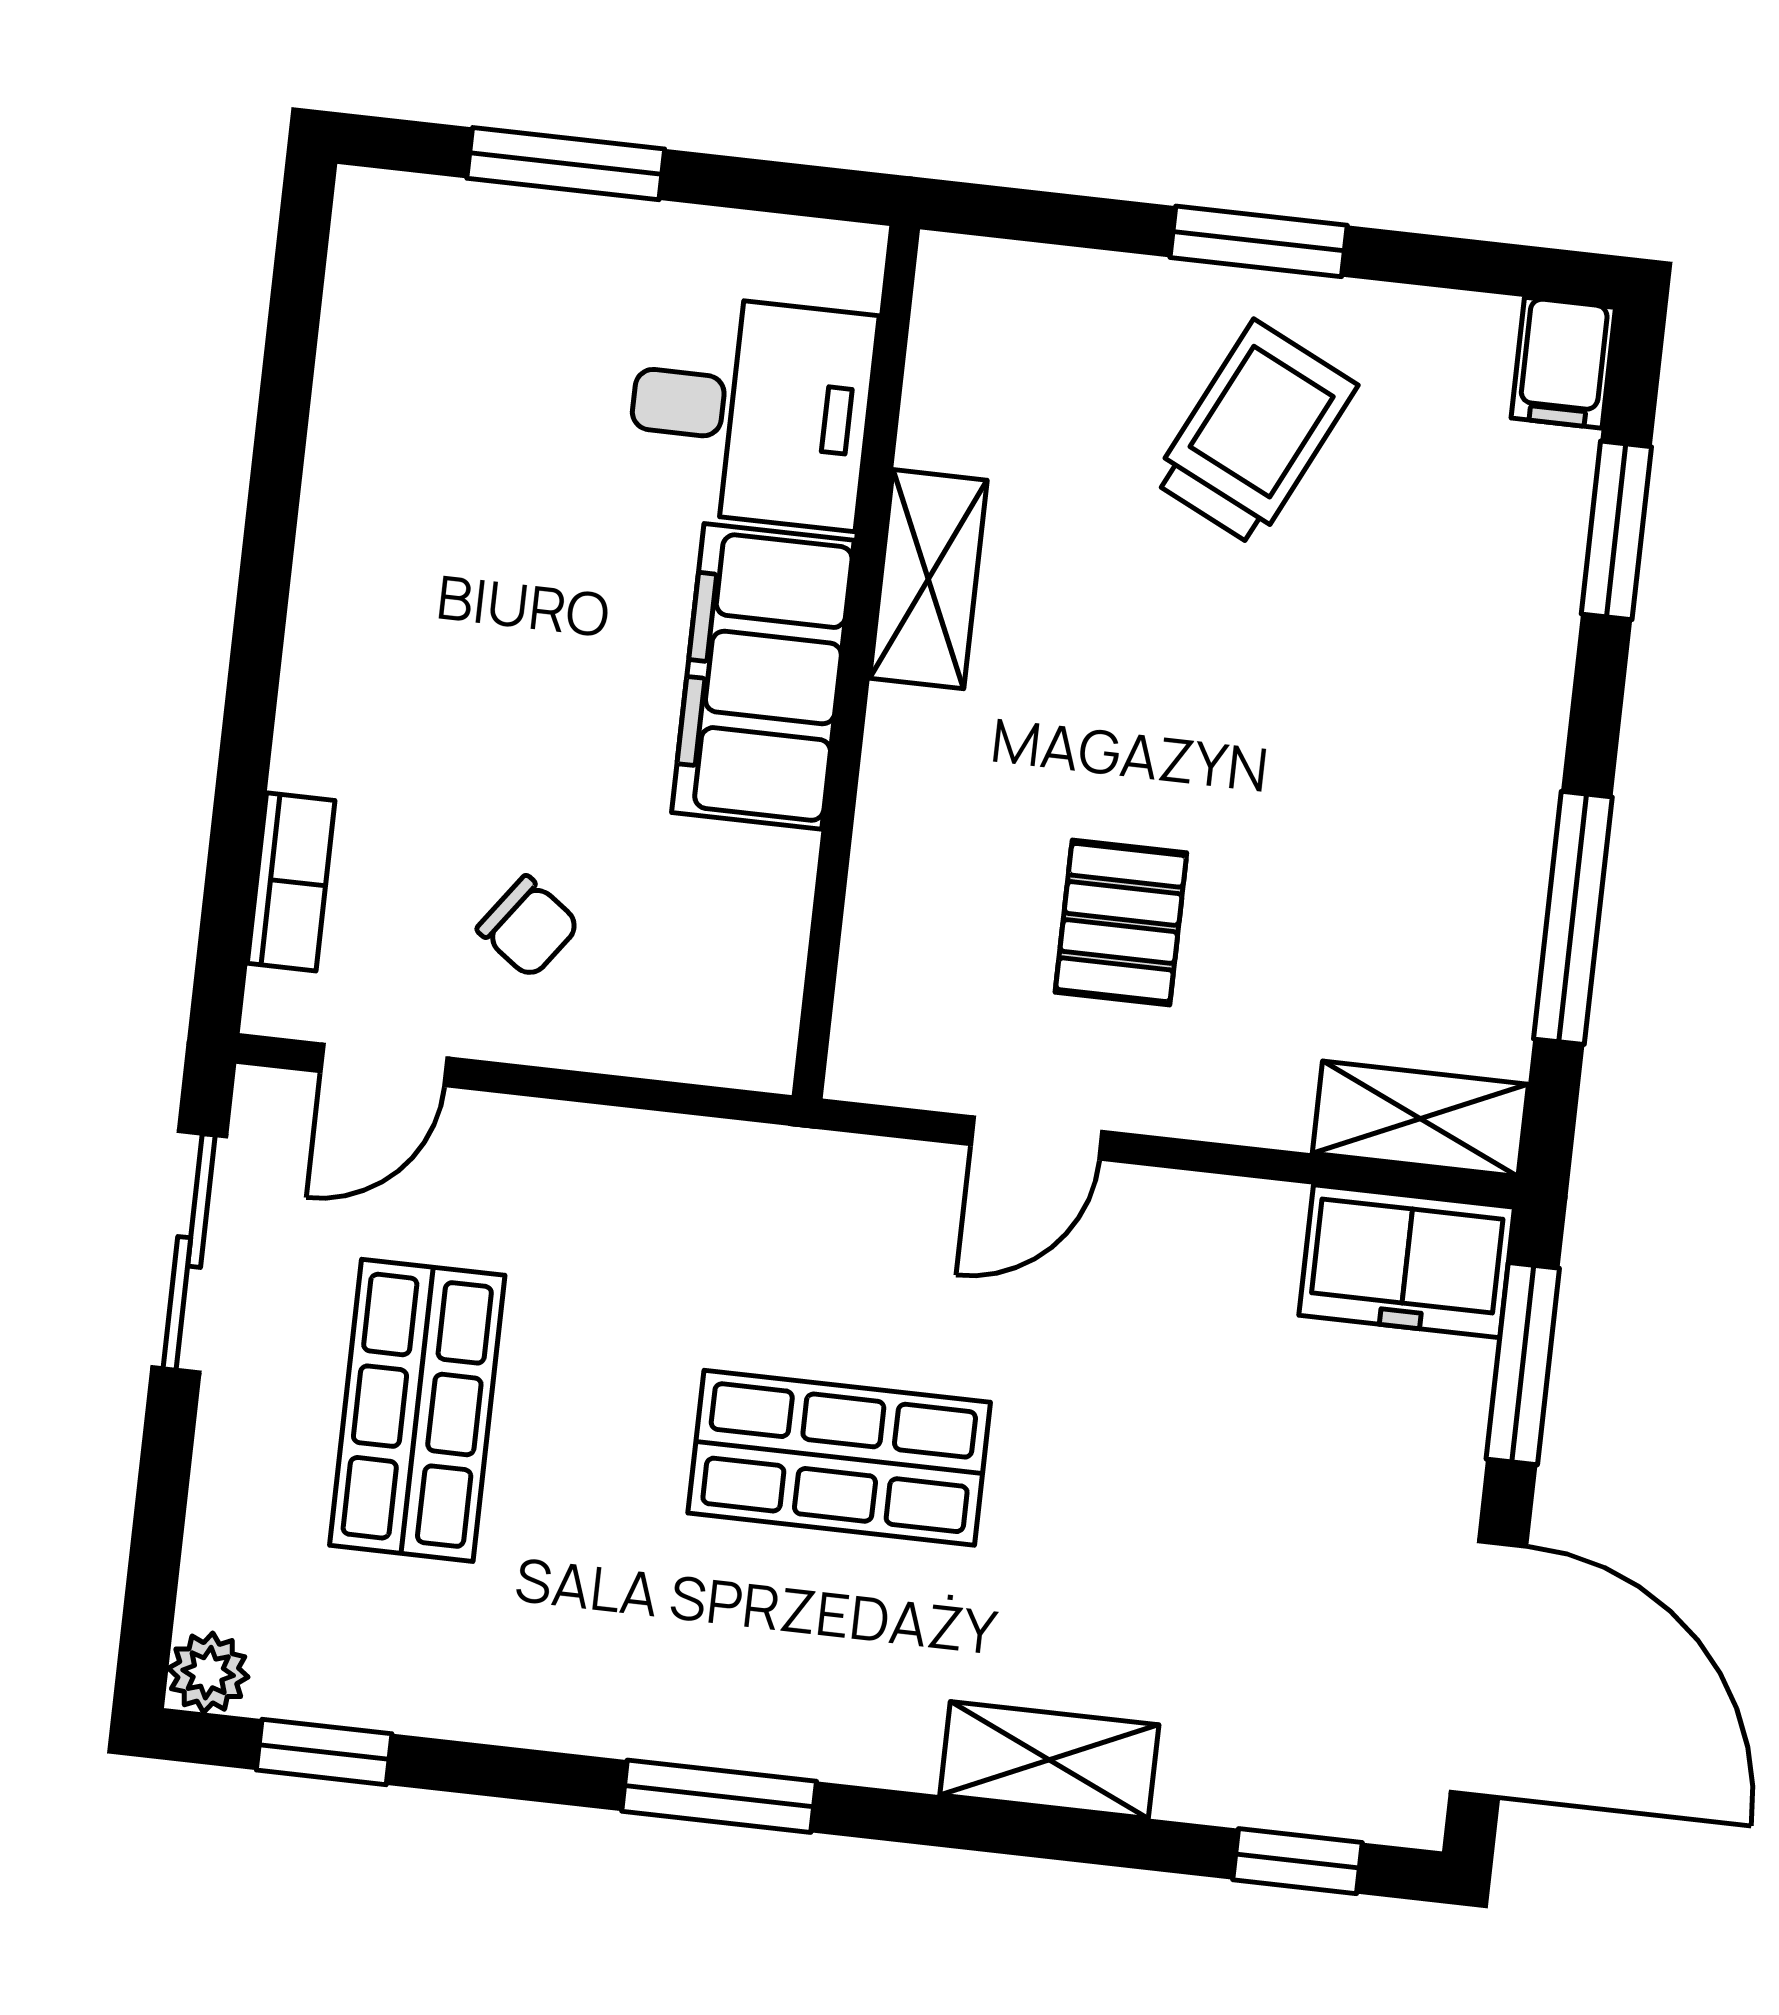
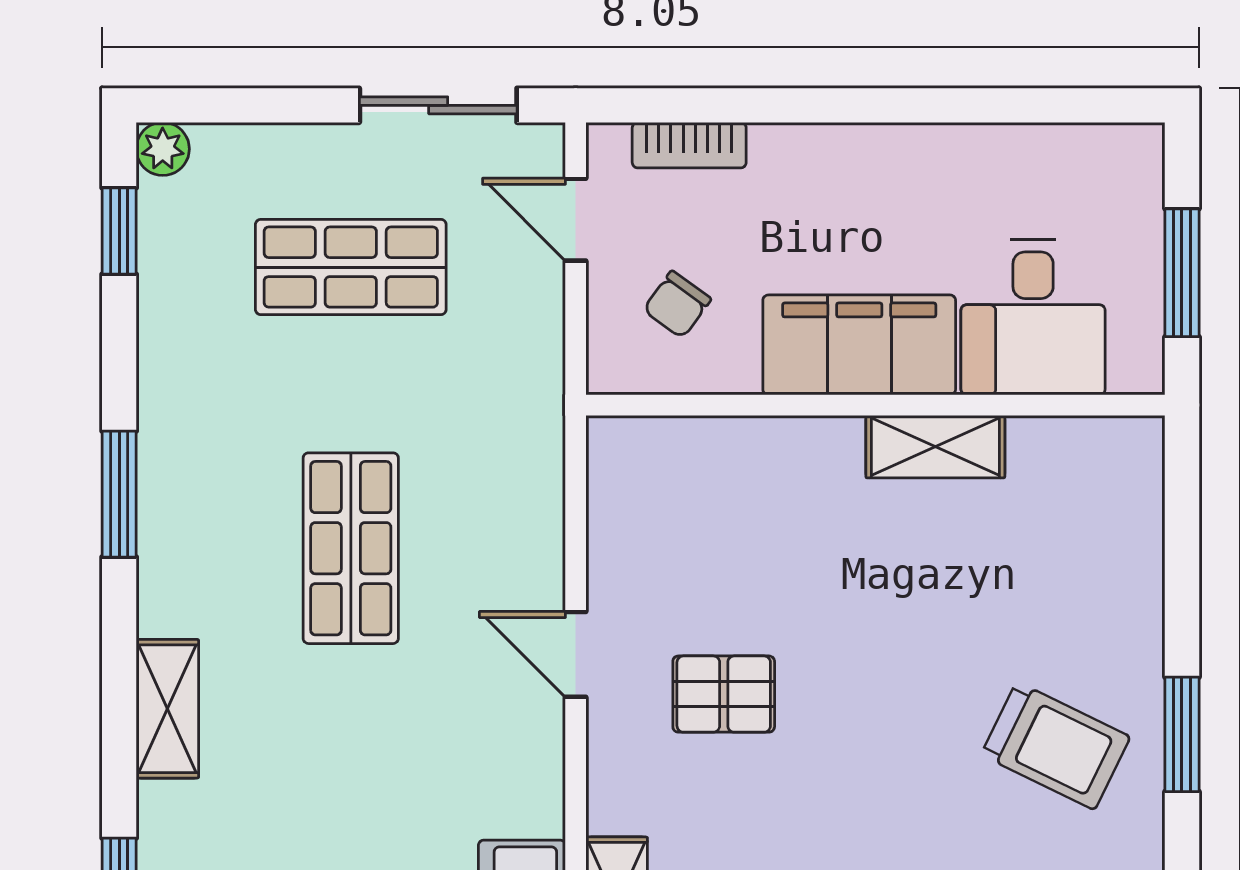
desk: (751, 411) -> (1033, 317), moved
shelving: (928, 579) -> (935, 447), moved
wall: (856, 662) -> (875, 405), moved
filing cabinet: (763, 676) -> (859, 345), moved

